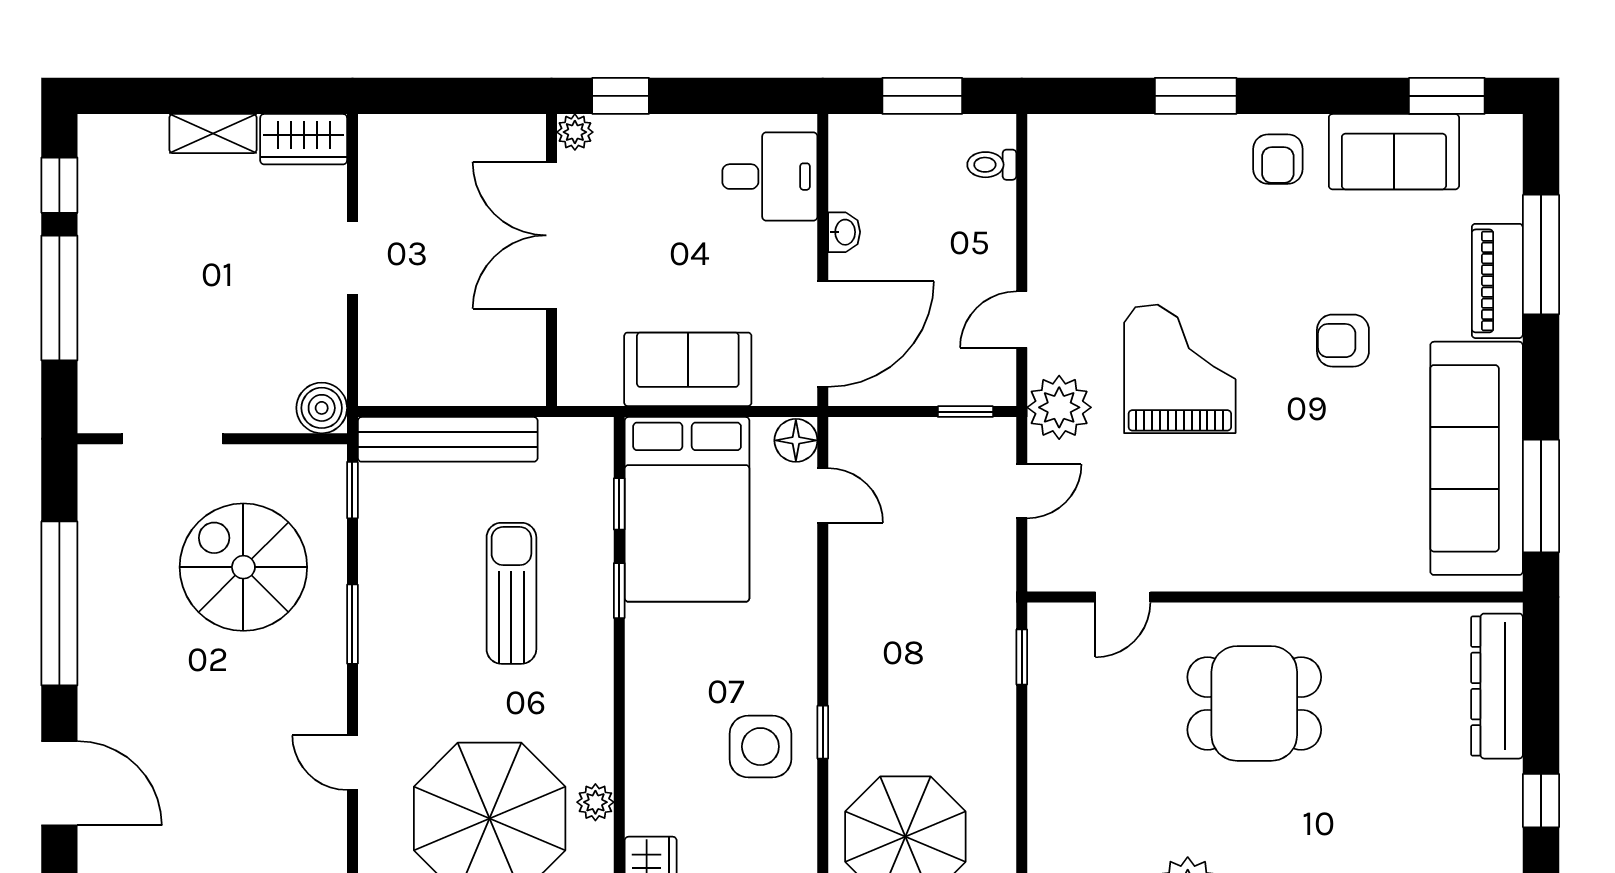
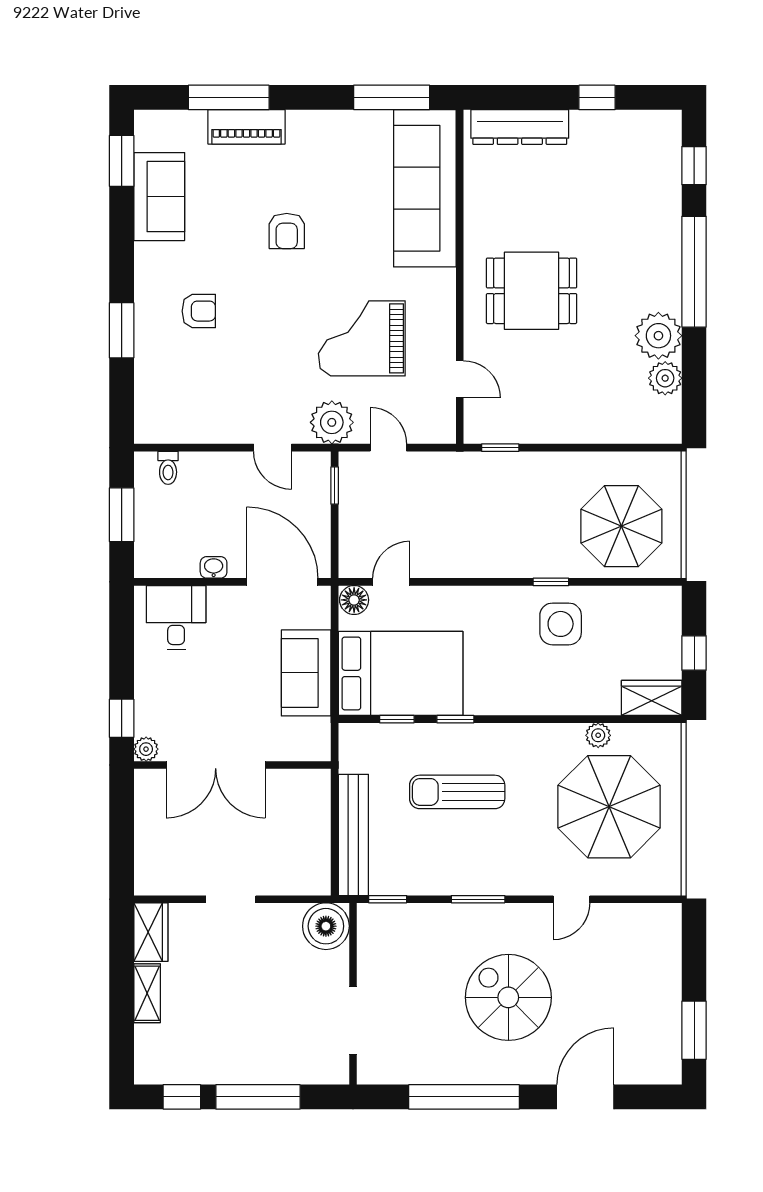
armchair: (1278, 159) -> (199, 311), moved
grand piano: (1180, 369) -> (362, 338), moved
boiler: (322, 408) -> (326, 926), width x1.37, depth x1.37
sofa: (1477, 458) -> (425, 188), moved, turned 90
spiral stairs: (243, 567) -> (508, 997), moved, turned 90
dining table: (1254, 703) -> (532, 291), turned 90

